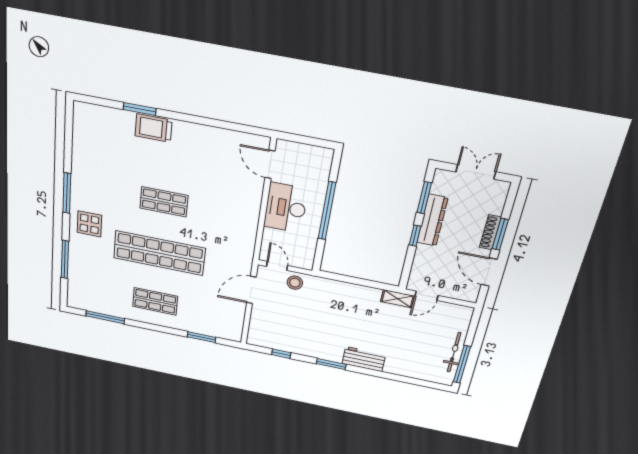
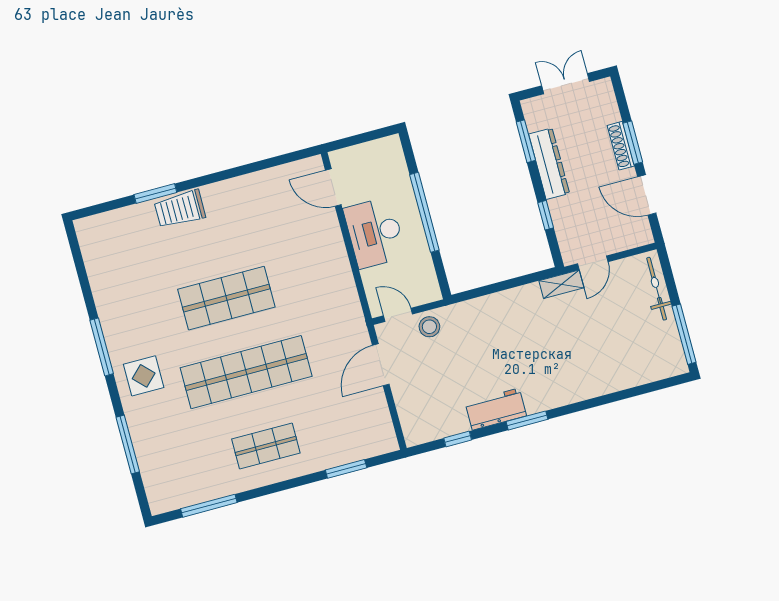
shop shelf: (164, 202) -> (226, 298), width x1.43, depth x1.36
window: (415, 236) -> (546, 215), moved
bicycle: (454, 352) -> (657, 289), moved
workbench: (364, 359) -> (496, 409), moved

